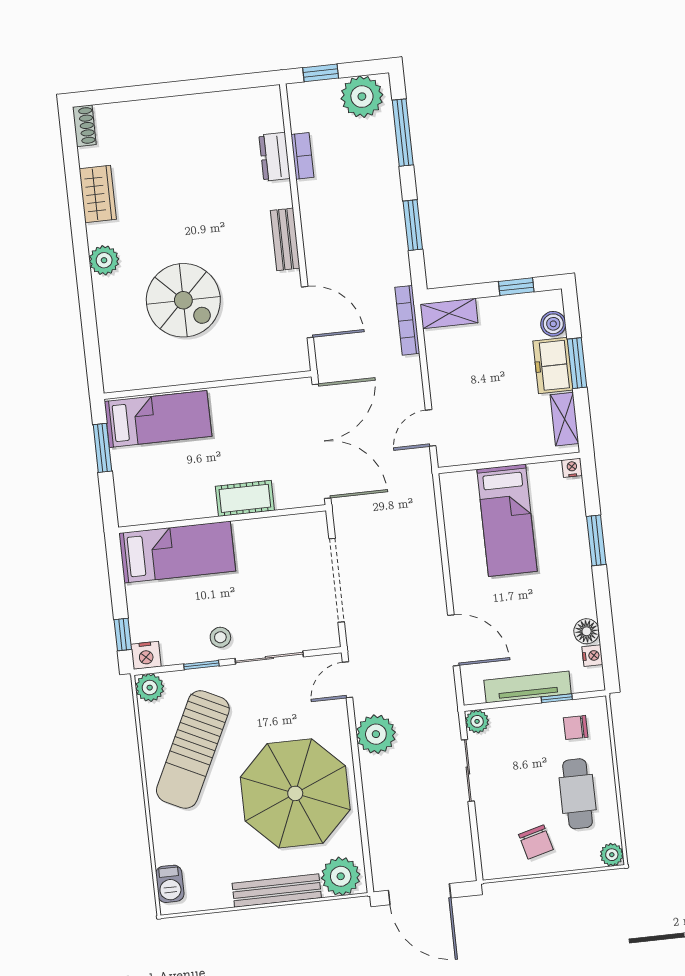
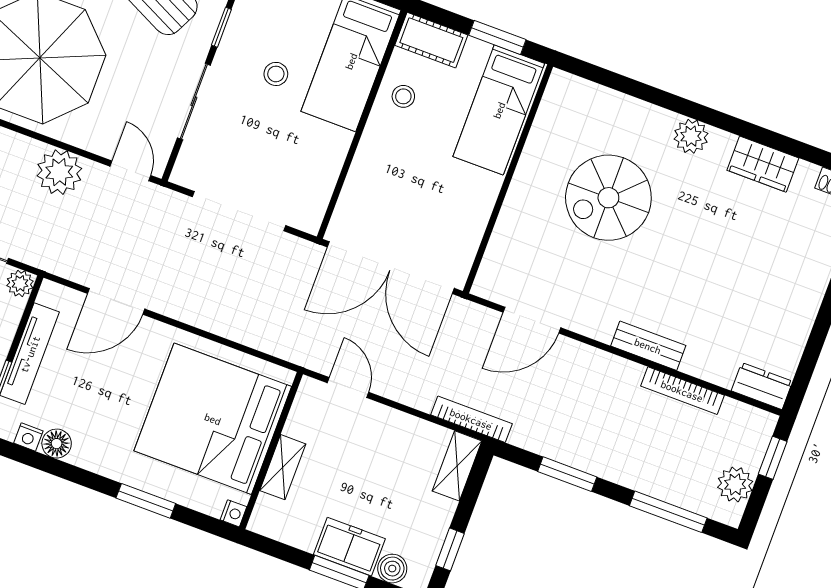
plant: (362, 97) -> (735, 484), width x0.73, depth x0.73
bookcase: (302, 156) -> (682, 391), width x1.56
dresser: (275, 157) -> (762, 386), moved
bench: (285, 239) -> (648, 346), moved
shelving: (564, 419) -> (283, 467), moved, turned 90
stool: (184, 498) -> (403, 96), added
cot: (245, 498) -> (431, 40), moved, turned 90
bed: (507, 520) -> (213, 419), width x2.04
stool: (220, 637) -> (276, 74), moved

